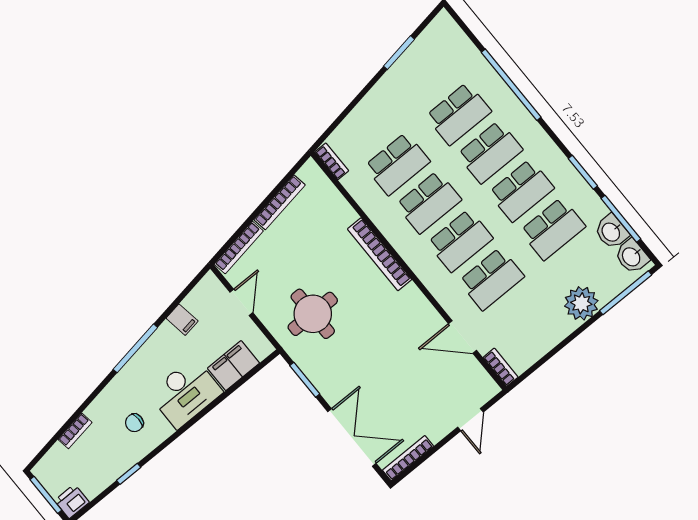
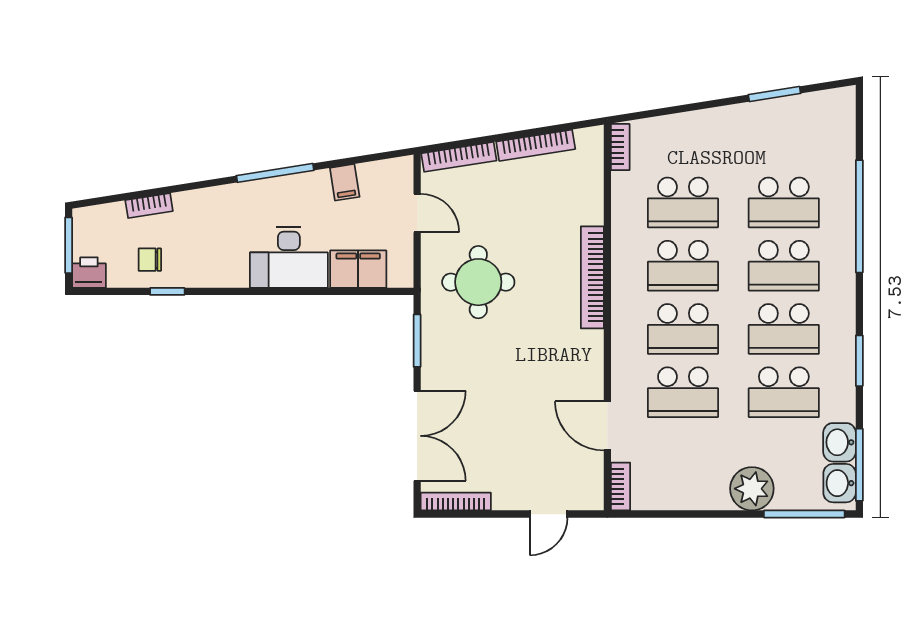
window: (621, 219) -> (859, 465), moved
door: (241, 302) -> (417, 213), hinge flipped
chair: (134, 423) -> (150, 260), moved

